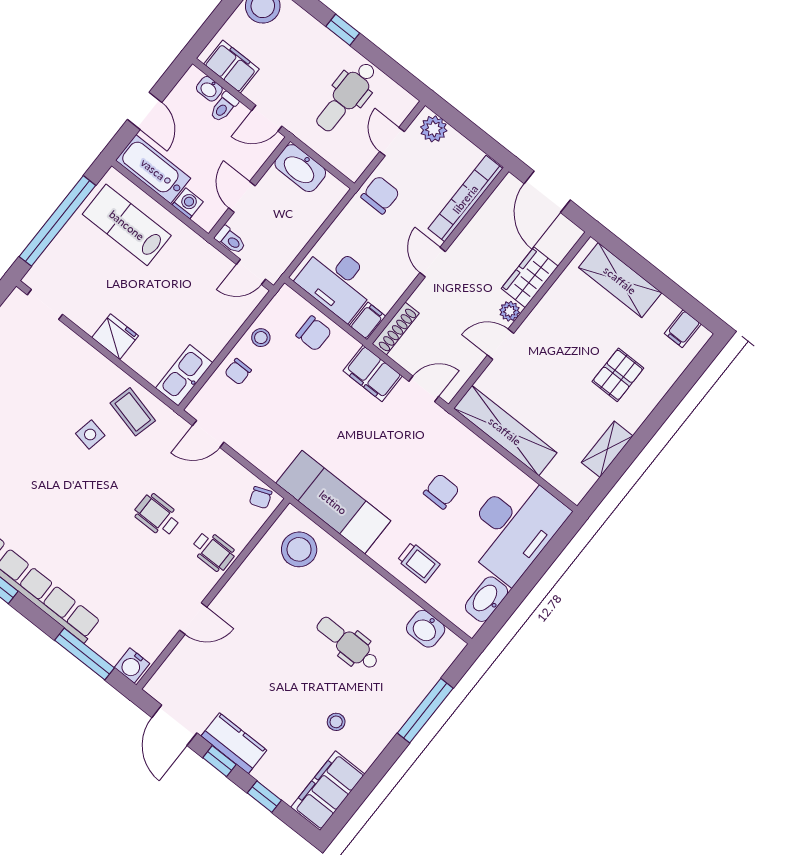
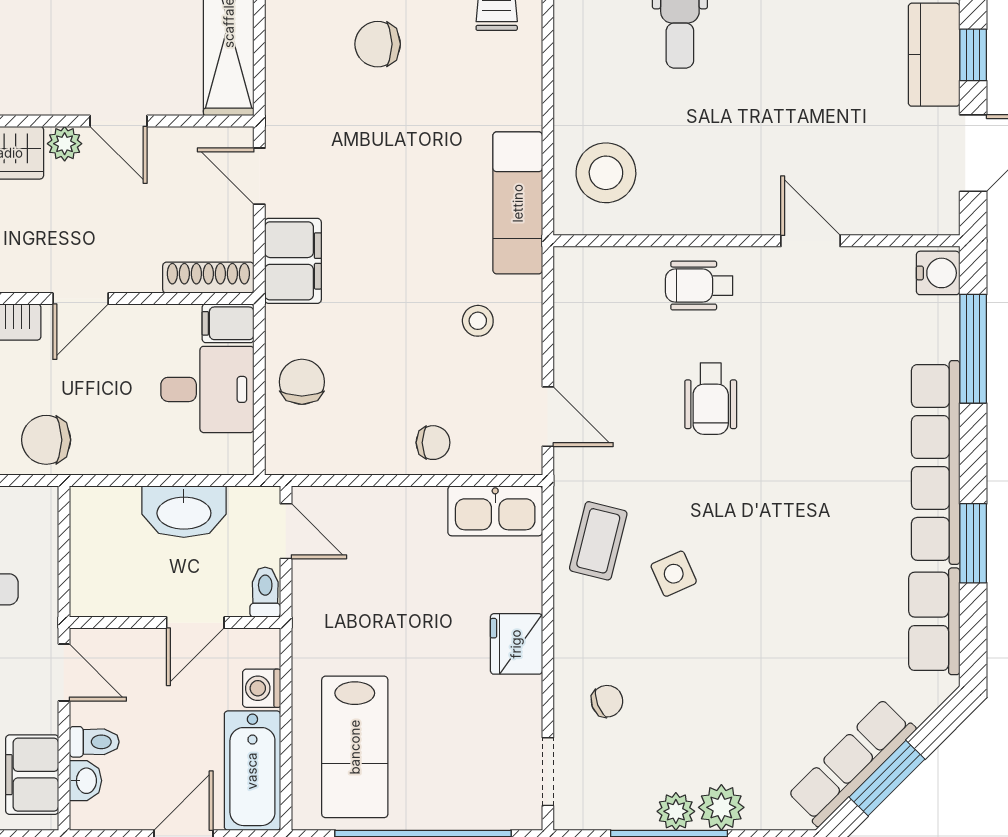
washbasin: (300, 168) -> (184, 512), moved, turned 90
desk: (337, 281) -> (207, 389), width x0.73
stool: (261, 338) -> (478, 321), moved
side table: (90, 434) -> (674, 574), turned -35
chair: (261, 498) -> (607, 701), moved
exam couch: (333, 502) -> (518, 203), width x0.73, depth x0.69
wheelchair: (213, 551) -> (699, 286), turned -90

